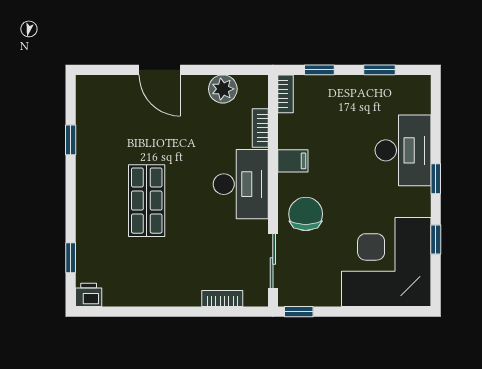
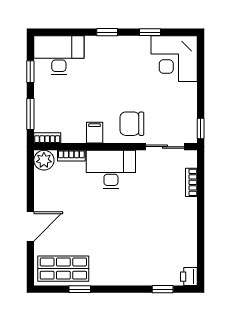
window: (319, 70) -> (30, 114), width x1.50
plant: (223, 89) -> (44, 160), moved
desk: (403, 150) -> (59, 55), moved
shop shelf: (147, 201) -> (63, 269), moved
corner desk: (386, 262) -> (174, 59), width x0.74, depth x0.74

